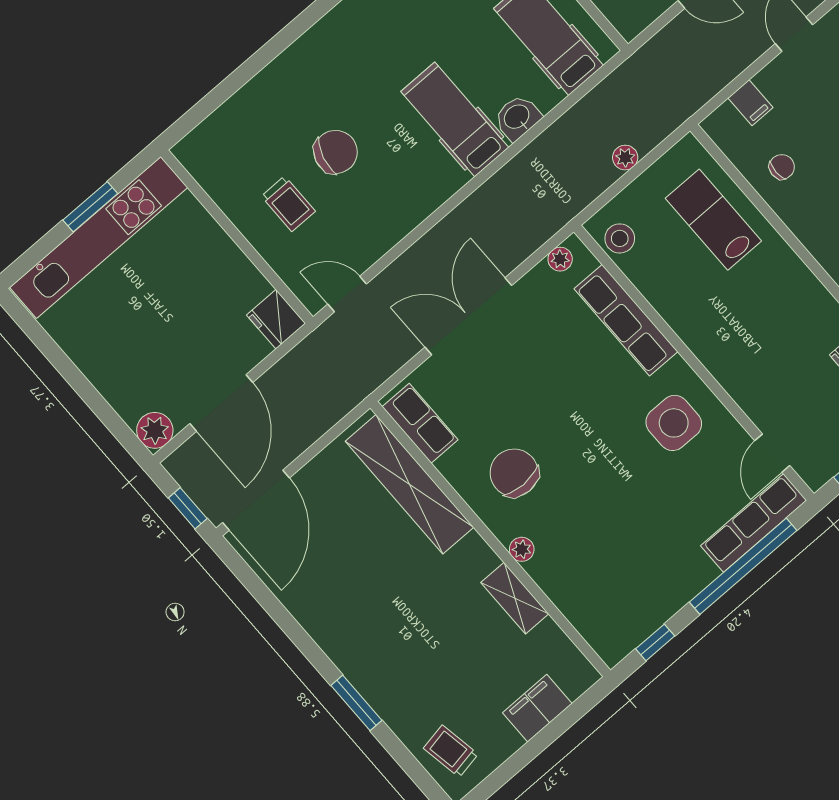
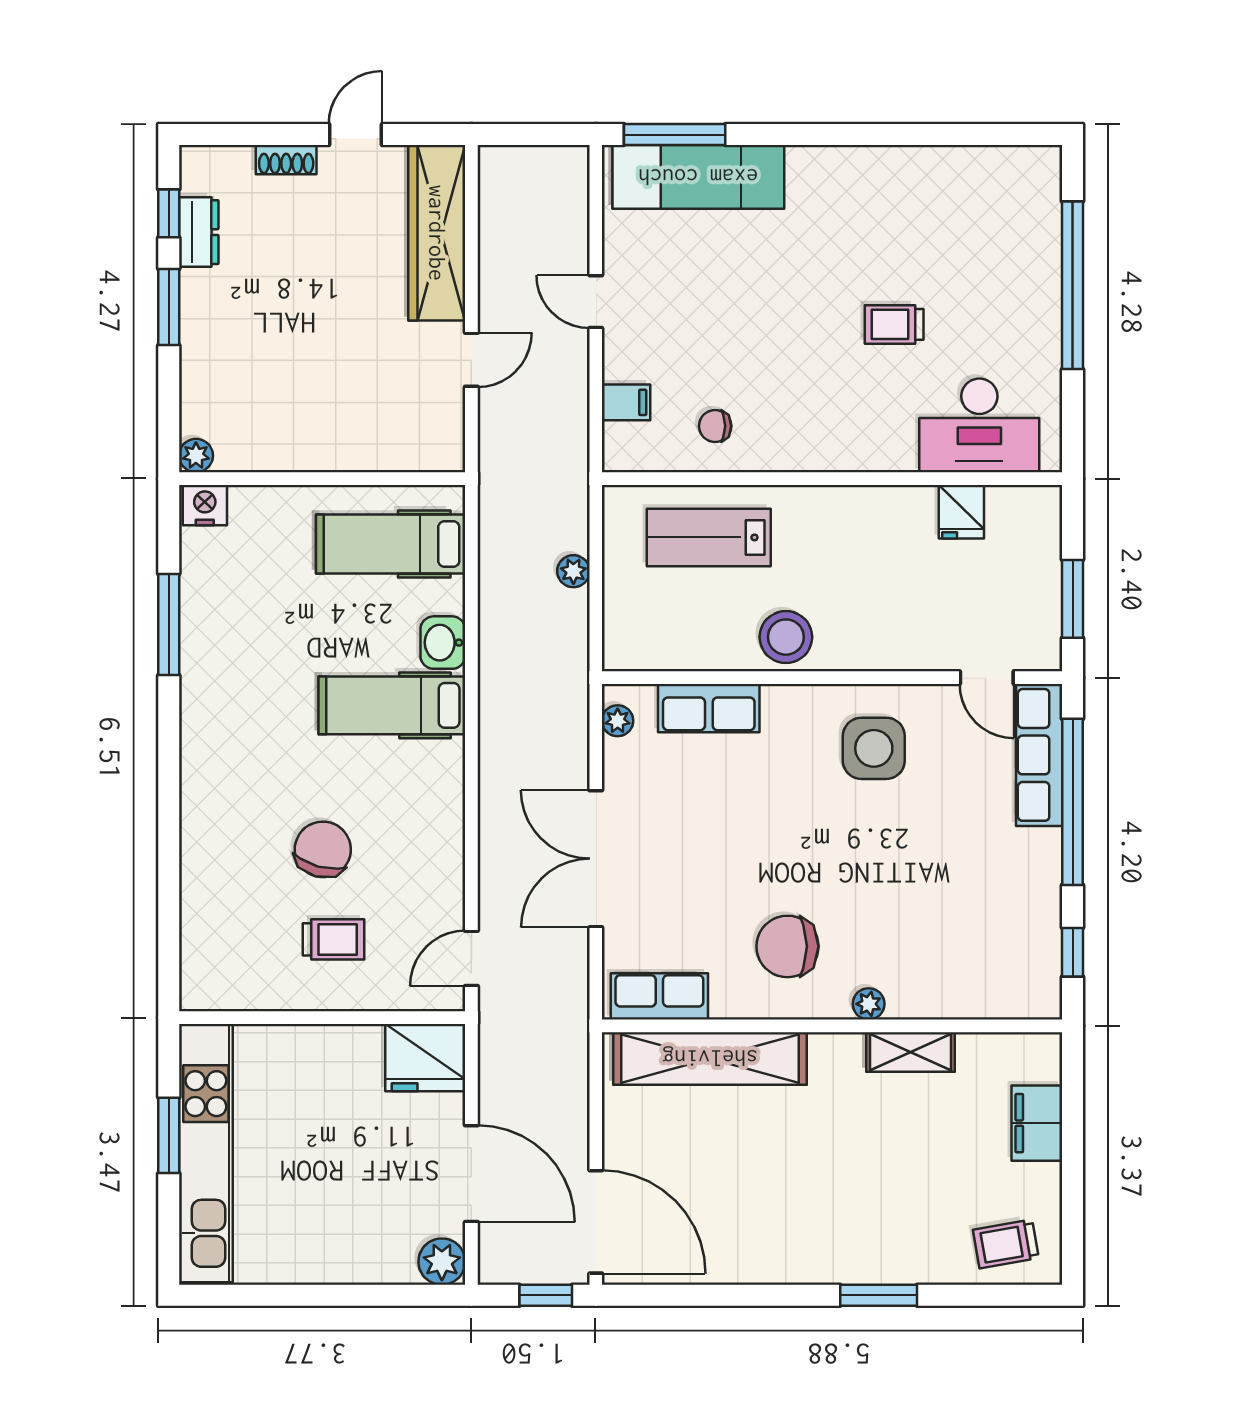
chair: (782, 167) -> (715, 426), turned -90
stool: (620, 238) -> (786, 637), moved, width x1.38, depth x1.38
fridge: (276, 319) -> (425, 1058), width x1.36, depth x1.34
row of seats: (626, 320) -> (709, 708), width x0.68

